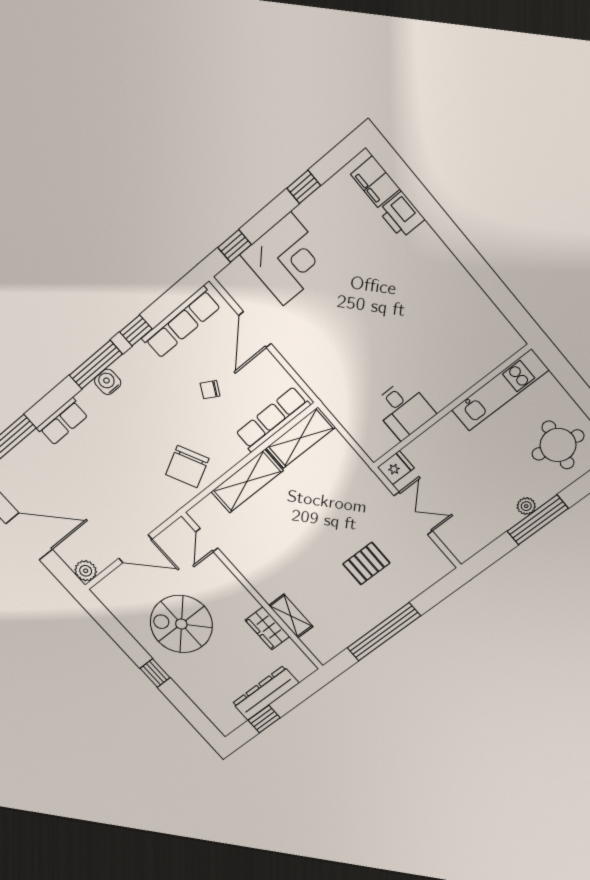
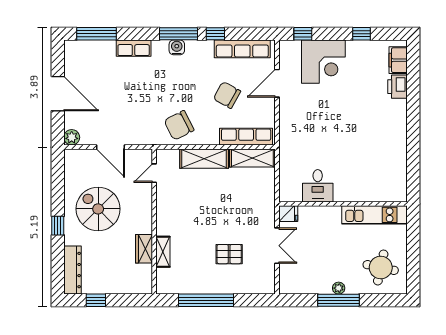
chair: (210, 390) -> (227, 95), width x1.87, depth x1.87
dresser: (266, 693) -> (72, 270), moved, turned 90

